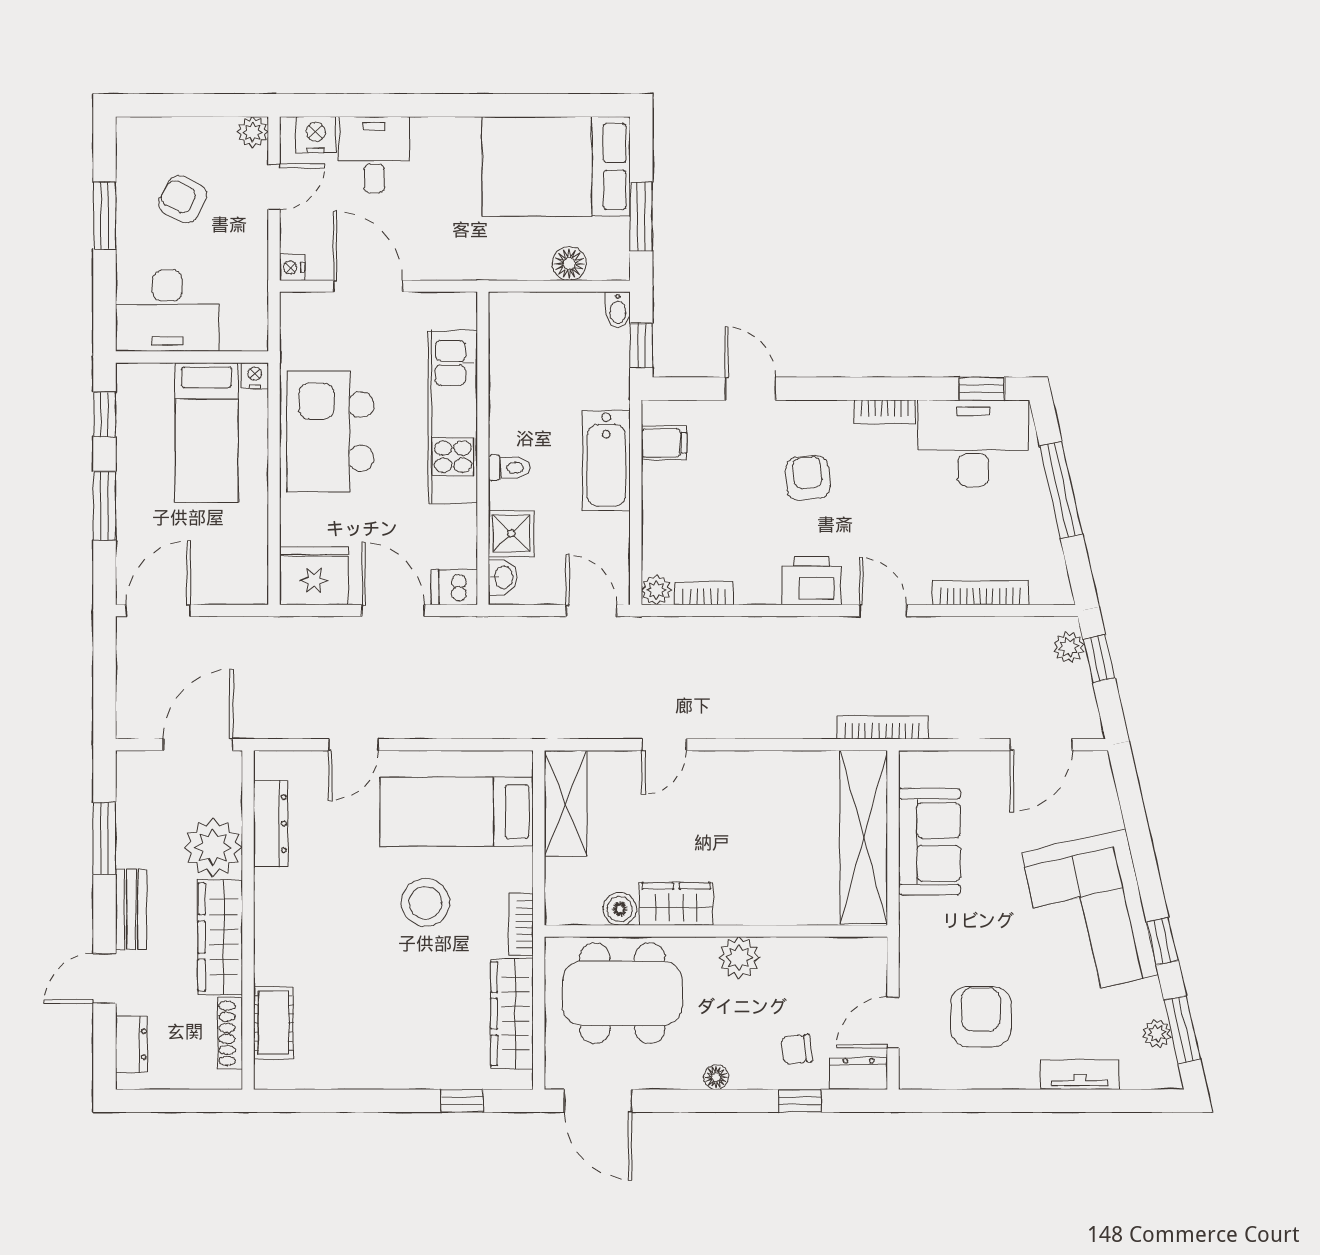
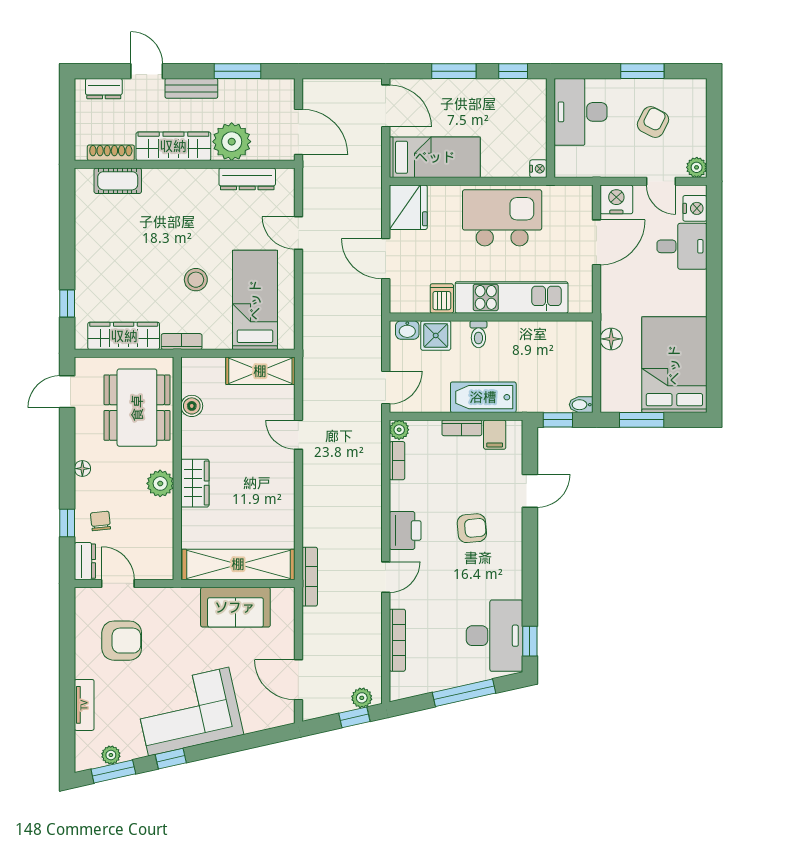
floor lamp: (569, 264) -> (611, 339), moved
nightstand: (292, 267) -> (616, 199), width x1.89, depth x1.79
bookcase: (885, 412) -> (462, 428), moved, turned -90
bed: (207, 432) -> (435, 157), moved, turned 180
dishwasher: (454, 587) -> (442, 298), moved
door: (393, 610) -> (386, 259), swing flipped
stool: (425, 903) -> (196, 280), width x0.73, depth x0.73
wardrobe: (676, 904) -> (195, 483), moved
door: (598, 1101) -> (67, 392), width x0.73

